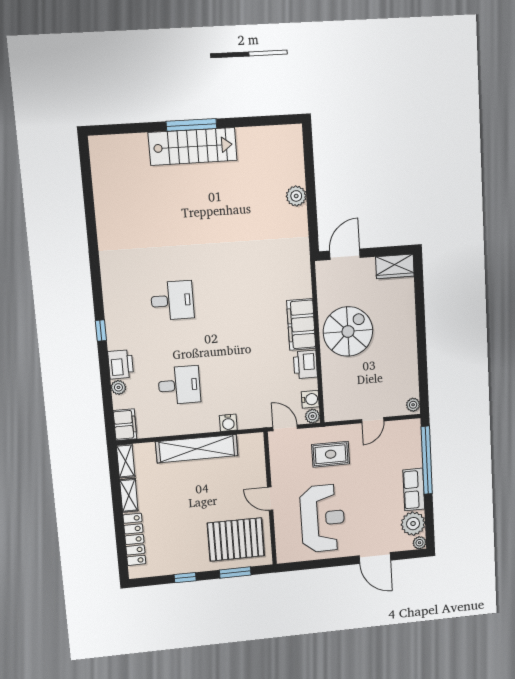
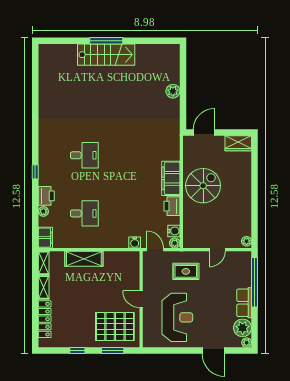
water cooler: (228, 423) -> (135, 242), moved
shelving: (197, 449) -> (84, 259), width x0.68

